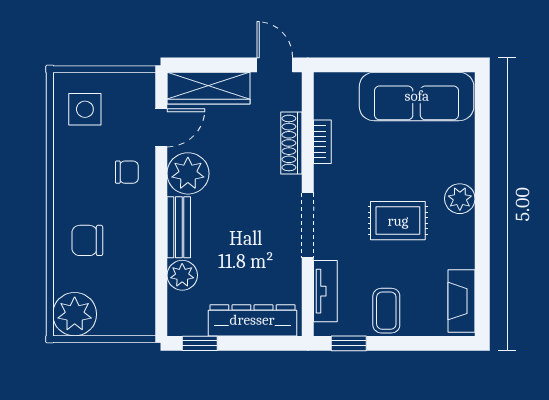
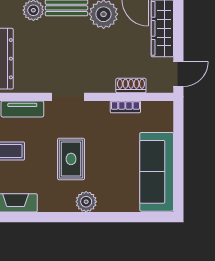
shoe rack: (291, 143) -> (131, 86), width x0.70
doorway: (308, 225) -> (68, 97), width x0.73

